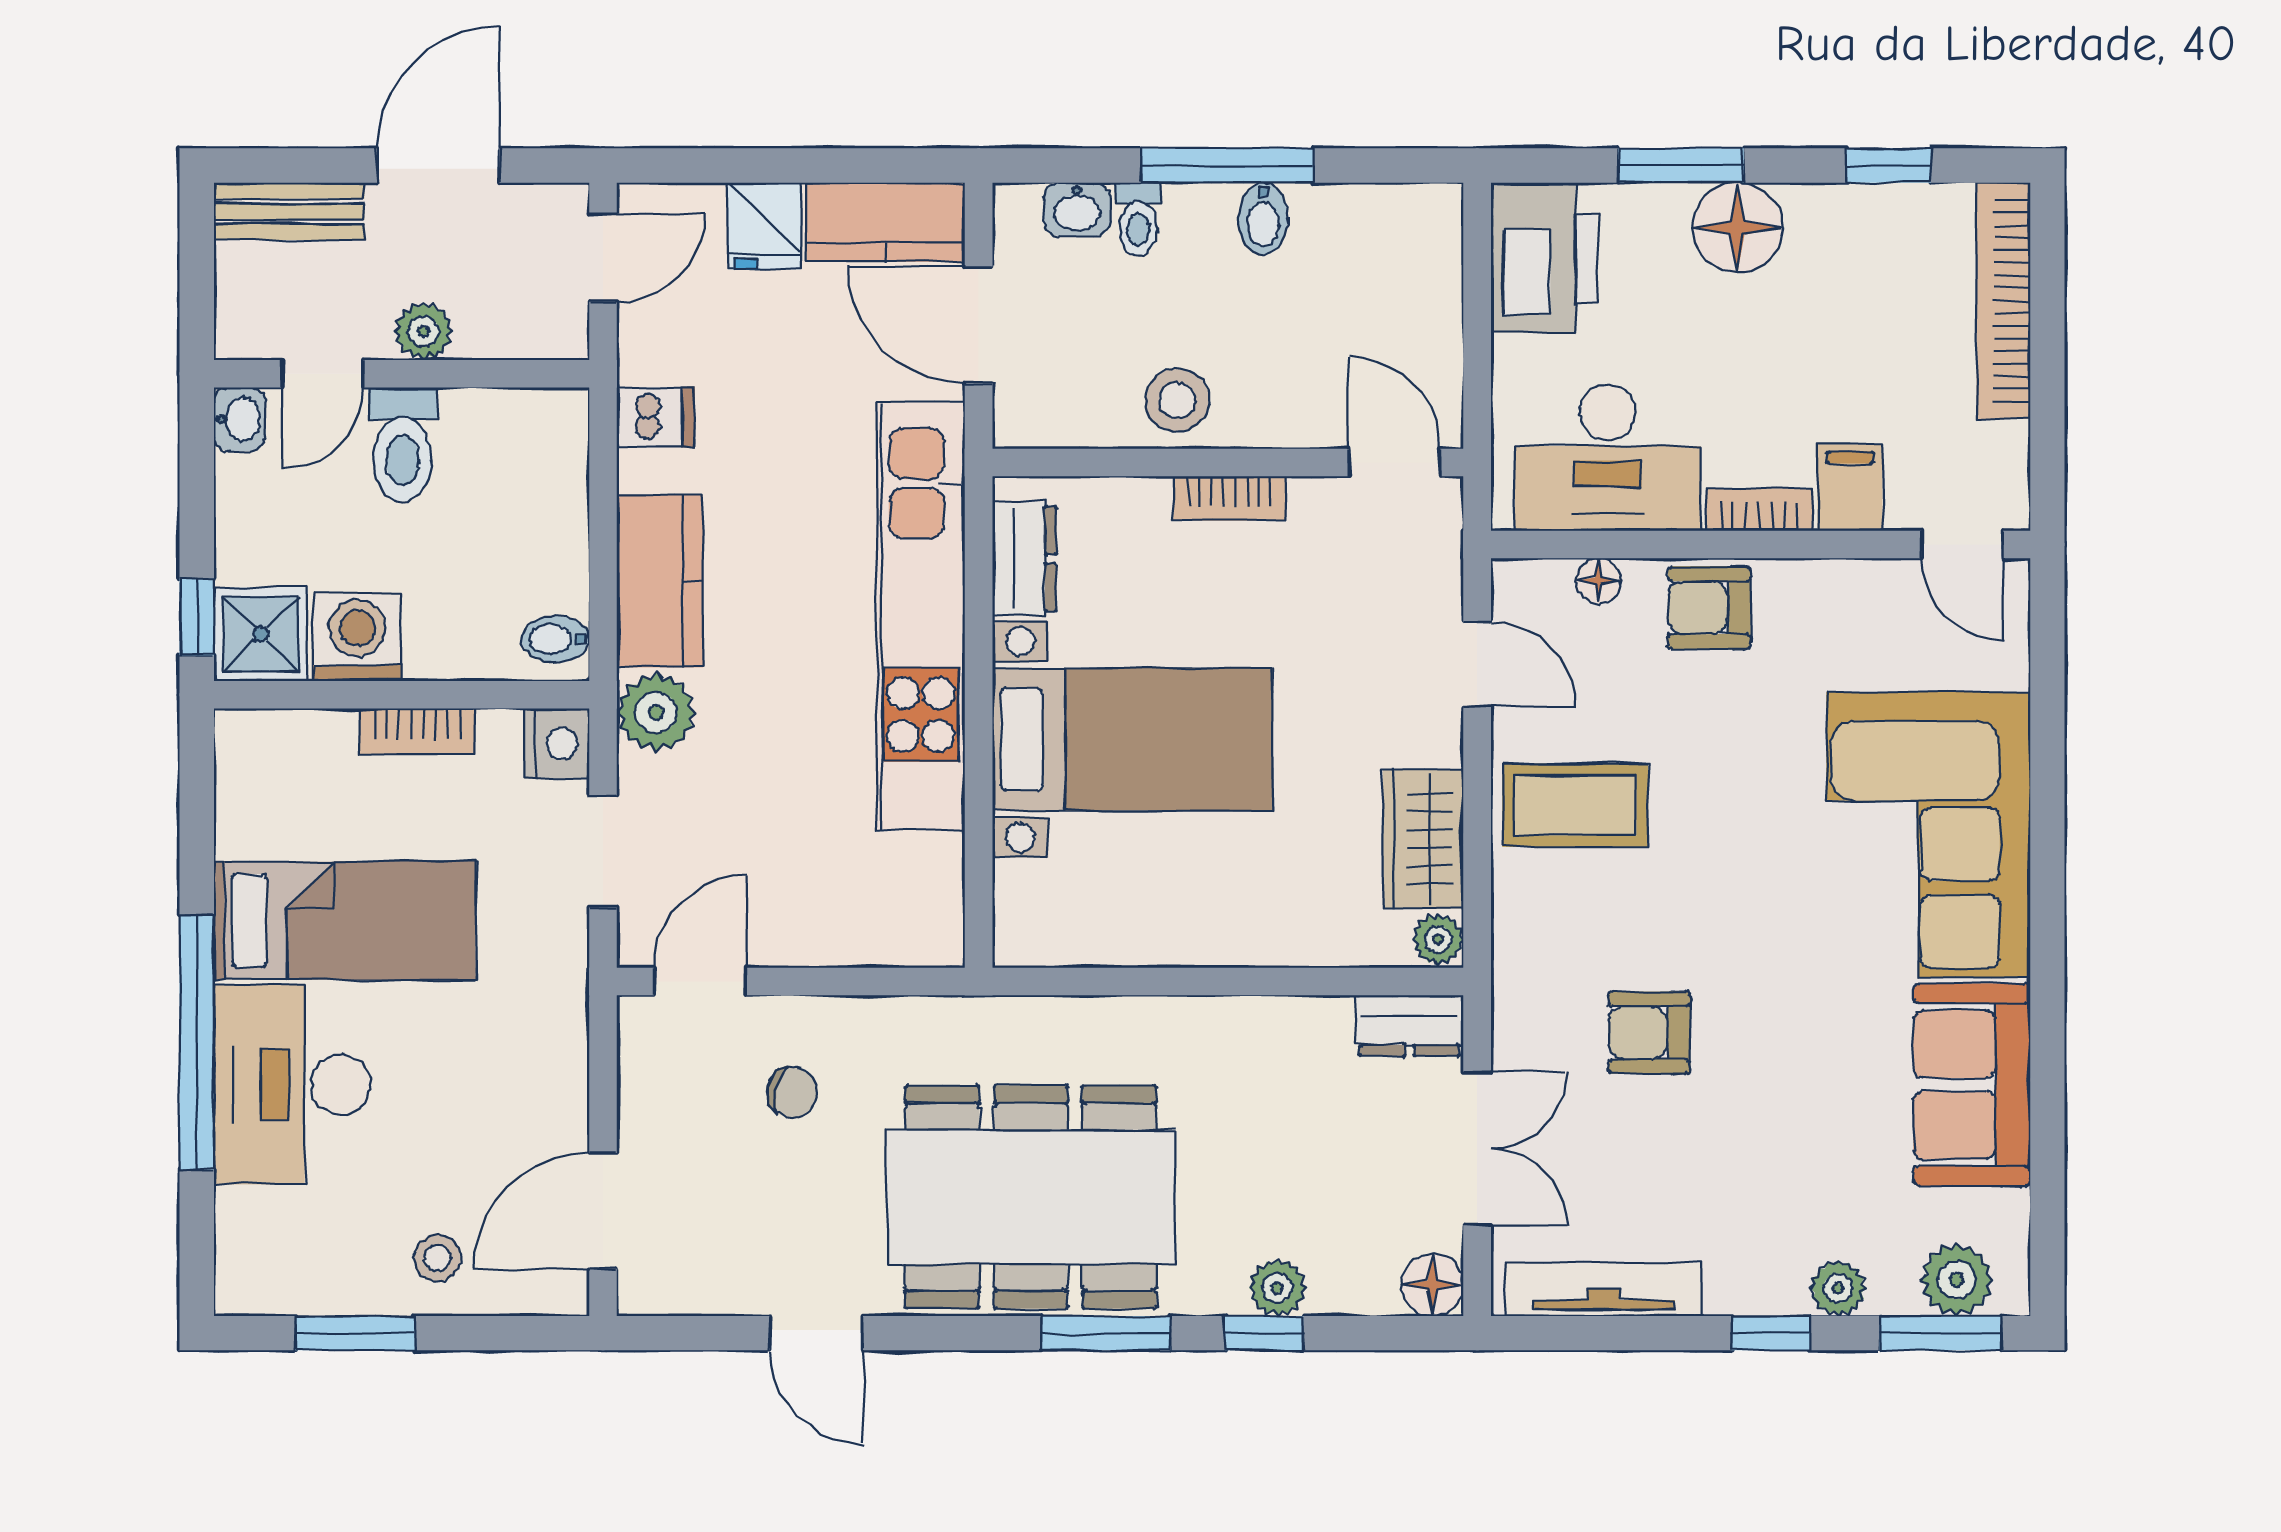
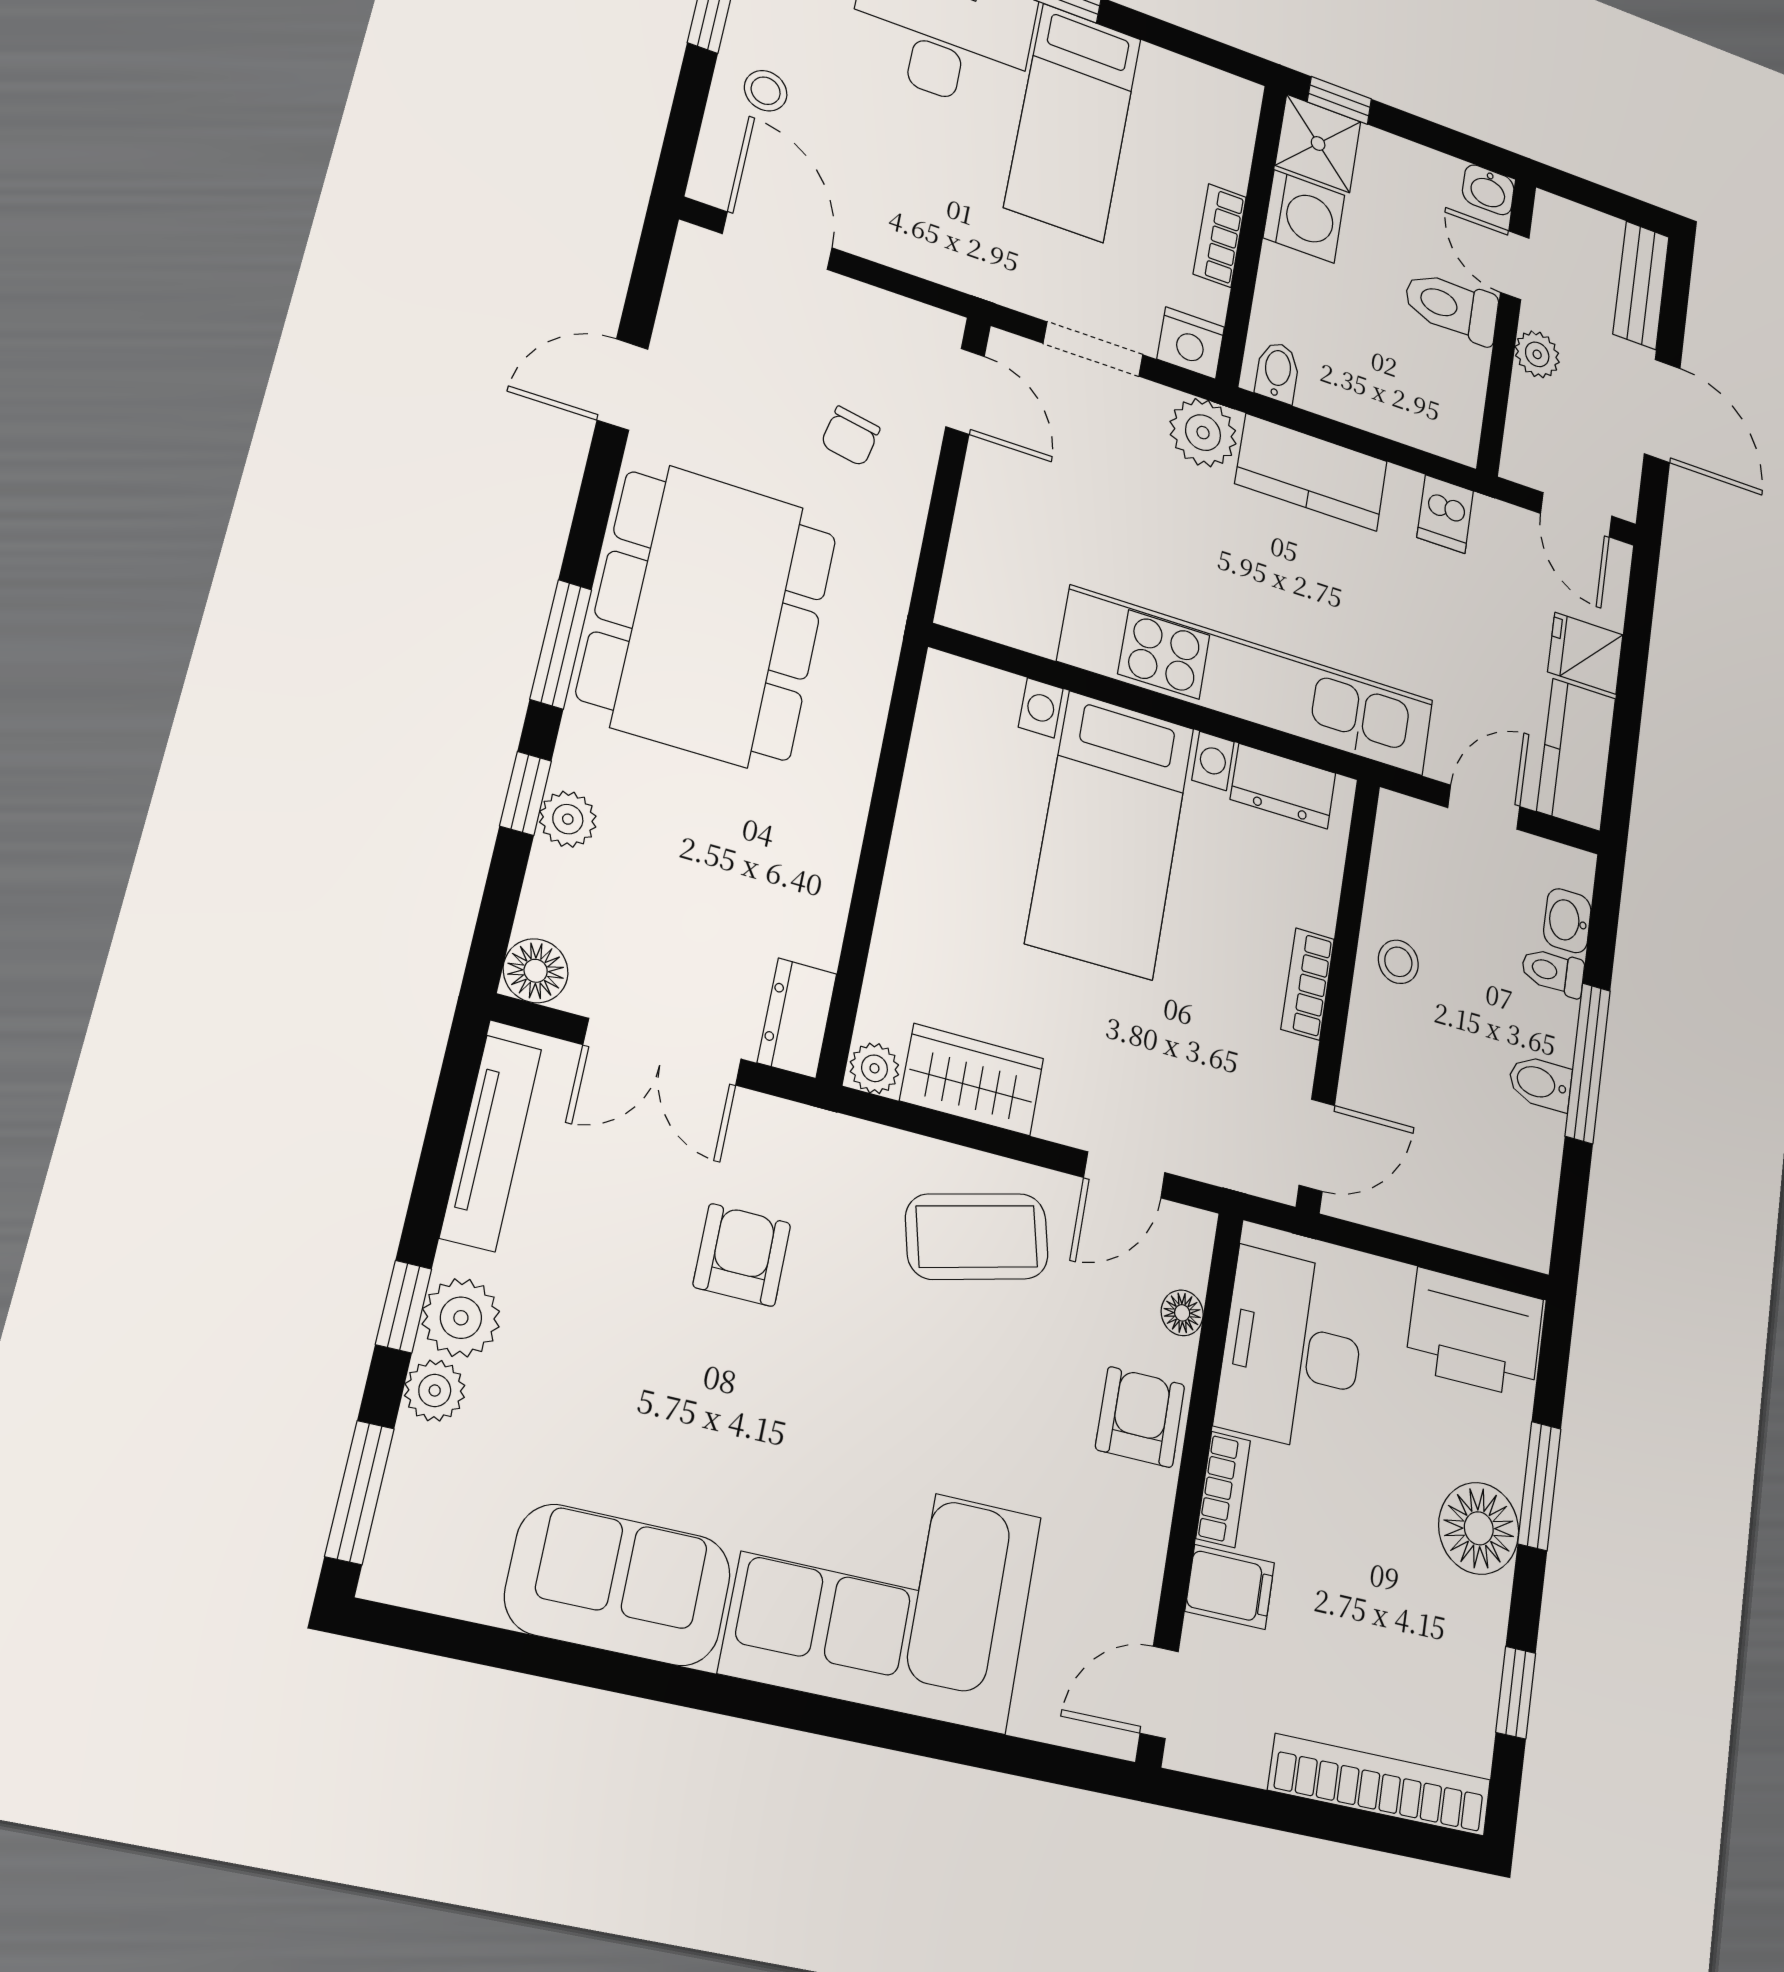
door: (979, 325) -> (1484, 807), width x0.73
stool: (1177, 400) -> (1398, 962), width x0.73, depth x0.73
coffee table: (1575, 805) -> (977, 1236), turned 76
plant: (1957, 1280) -> (461, 1318), moved

